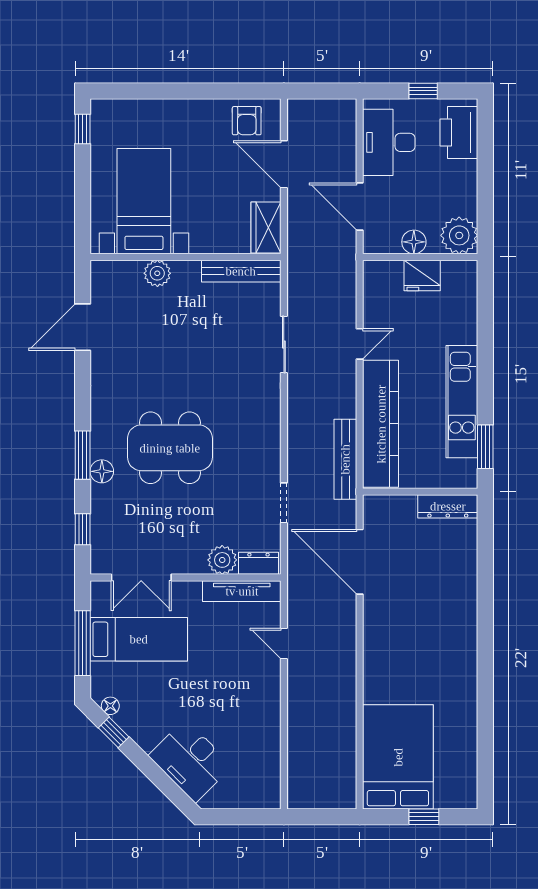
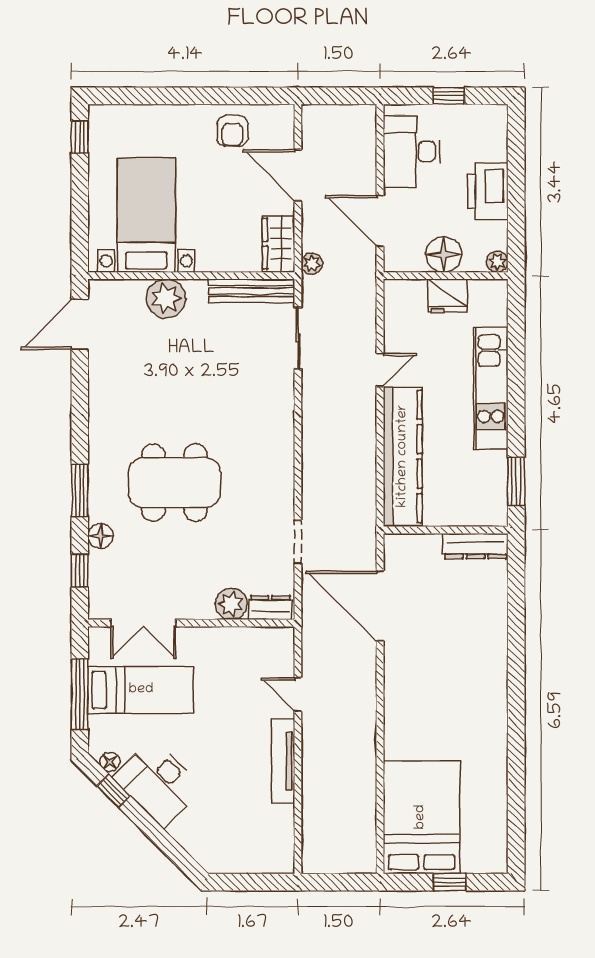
armchair: (247, 121) -> (232, 131), moved
printer: (459, 132) -> (488, 191), moved
plant: (459, 235) -> (497, 262), width x0.53, depth x0.53
floor lamp: (414, 242) -> (444, 255), width x1.38, depth x1.38
plant: (297, 246) -> (312, 264), added
plant: (157, 273) -> (166, 299), width x1.36, depth x1.36
door: (83, 327) -> (80, 324), moved
sliding door: (284, 344) -> (298, 338), moved
kitchen unit: (462, 402) -> (491, 388), moved
bench: (345, 459) -> (365, 495), removed
floor lamp: (102, 471) -> (101, 536), moved
tv unit: (242, 591) -> (283, 761), moved, turned 90
desk: (190, 761) -> (158, 783), moved

